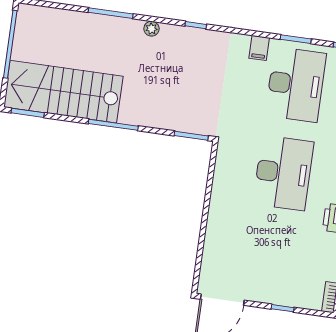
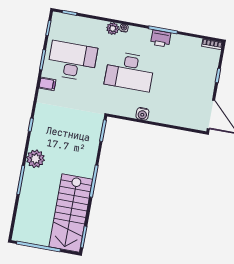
plant: (151, 29) -> (35, 159), width x1.88, depth x1.88
desk: (283, 173) -> (130, 71), turned 180
water cooler: (219, 195) -> (142, 114), added

